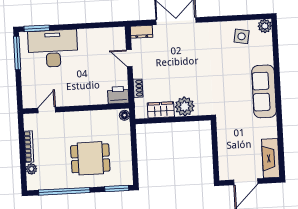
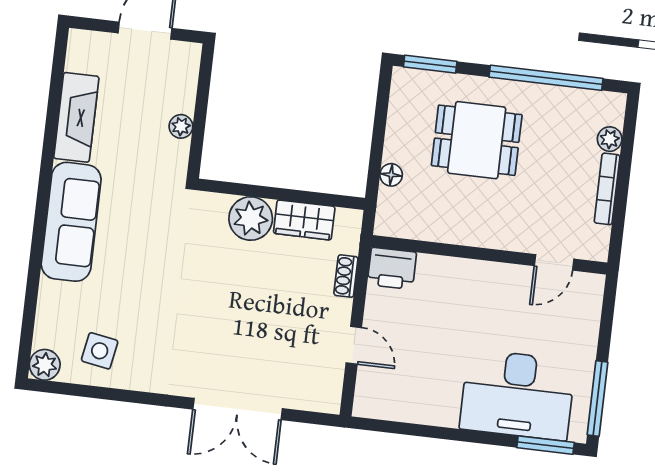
dresser: (141, 32) -> (317, 399), removed
floor lamp: (125, 115) -> (391, 175), moved
plant: (222, 142) -> (181, 126), added
fireplace: (271, 158) -> (76, 117), moved

